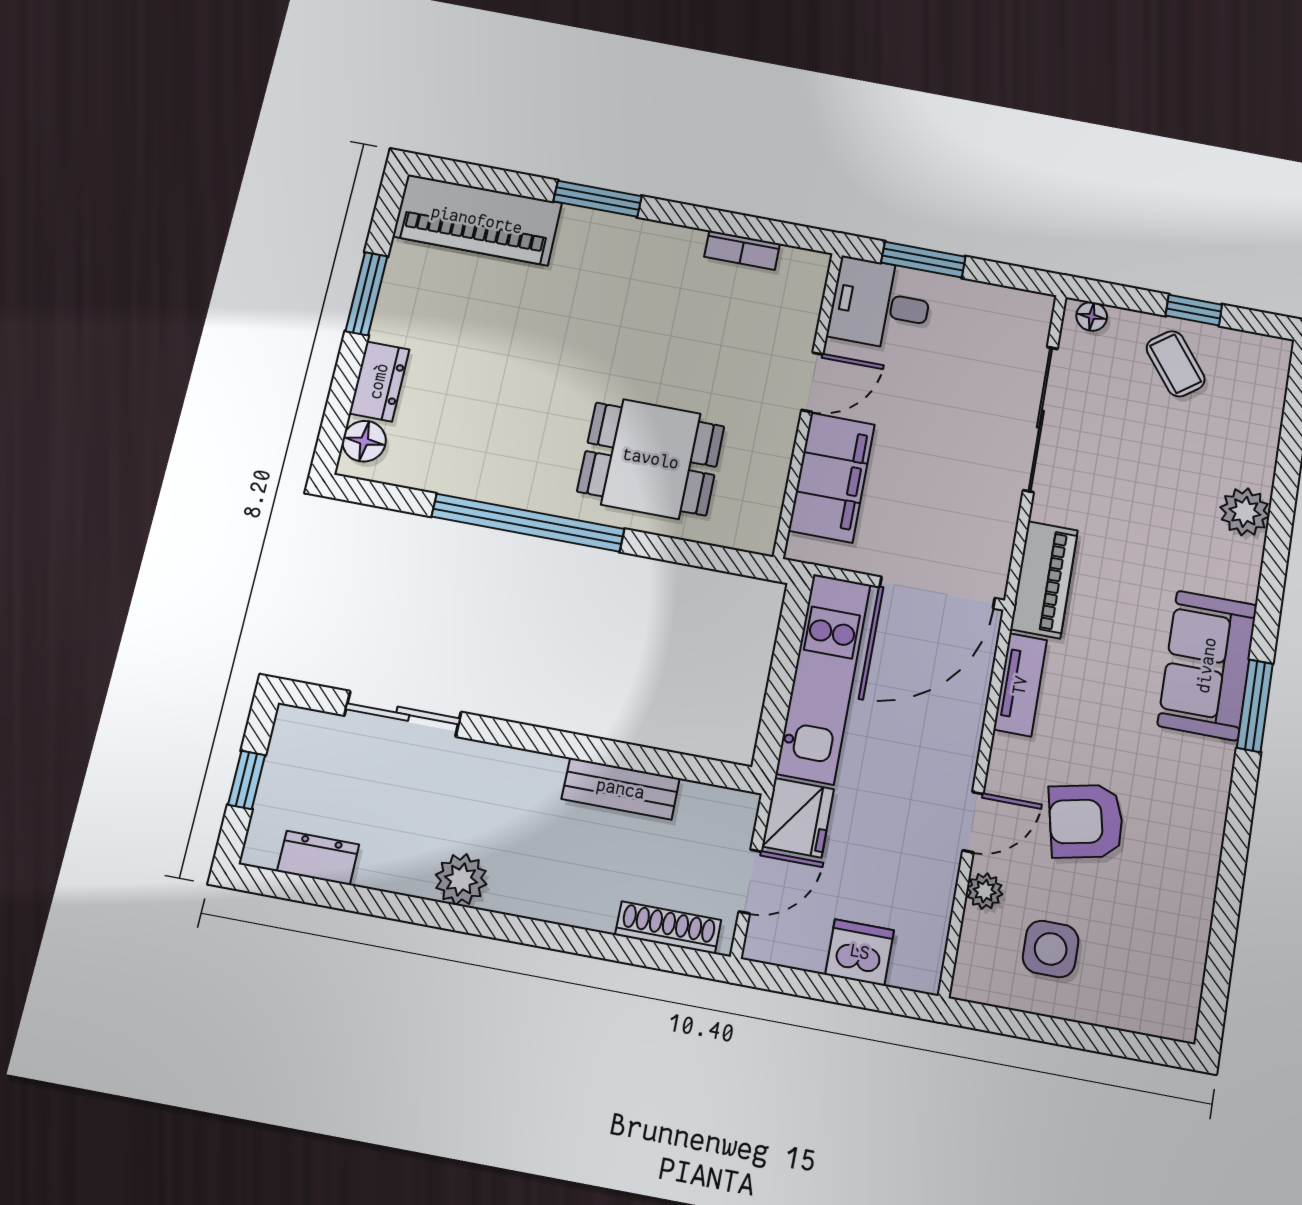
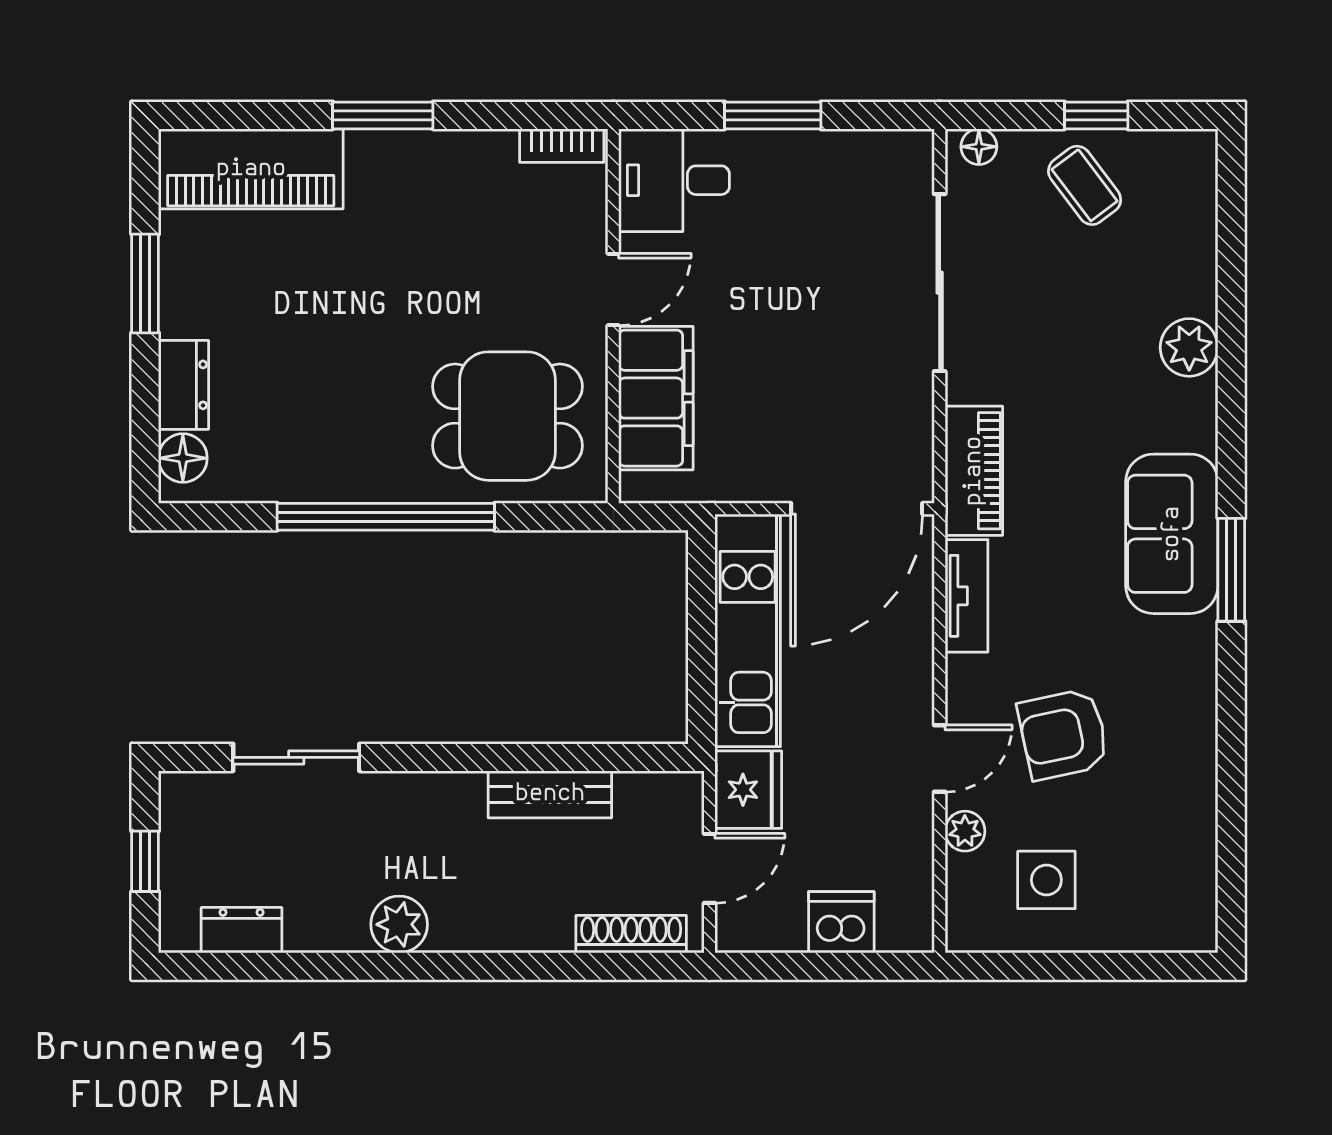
desk: (880, 304) -> (674, 180), moved
door: (812, 382) -> (613, 289), moved
wall: (808, 404) -> (613, 316), moved
filing cabinet: (832, 477) -> (656, 398), moved

